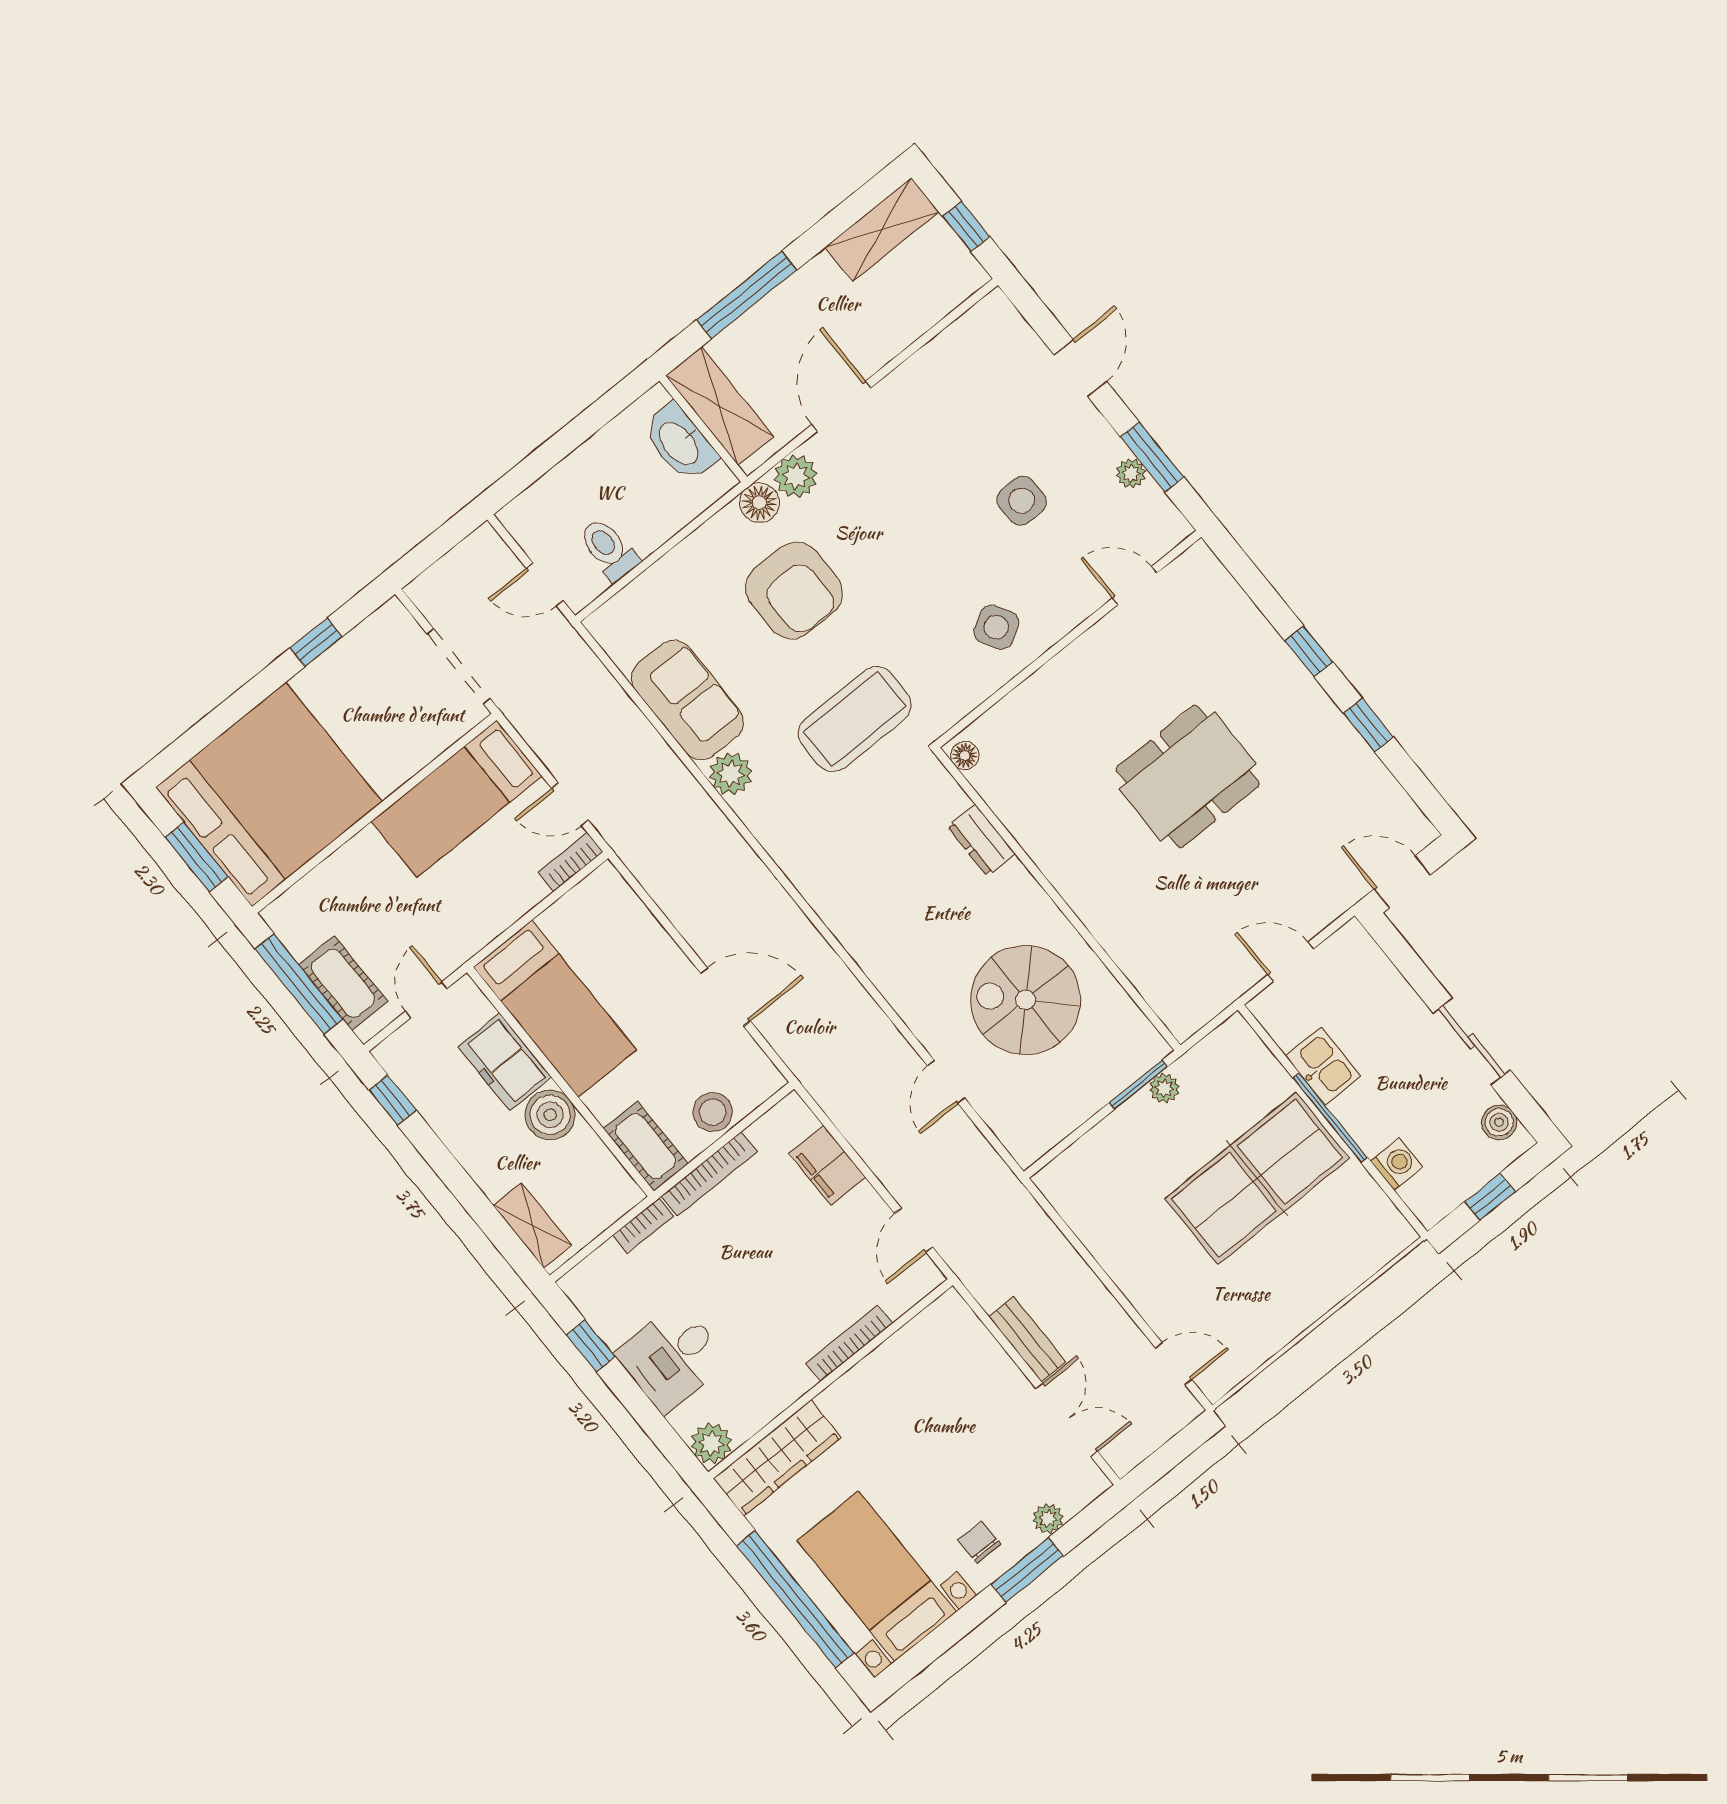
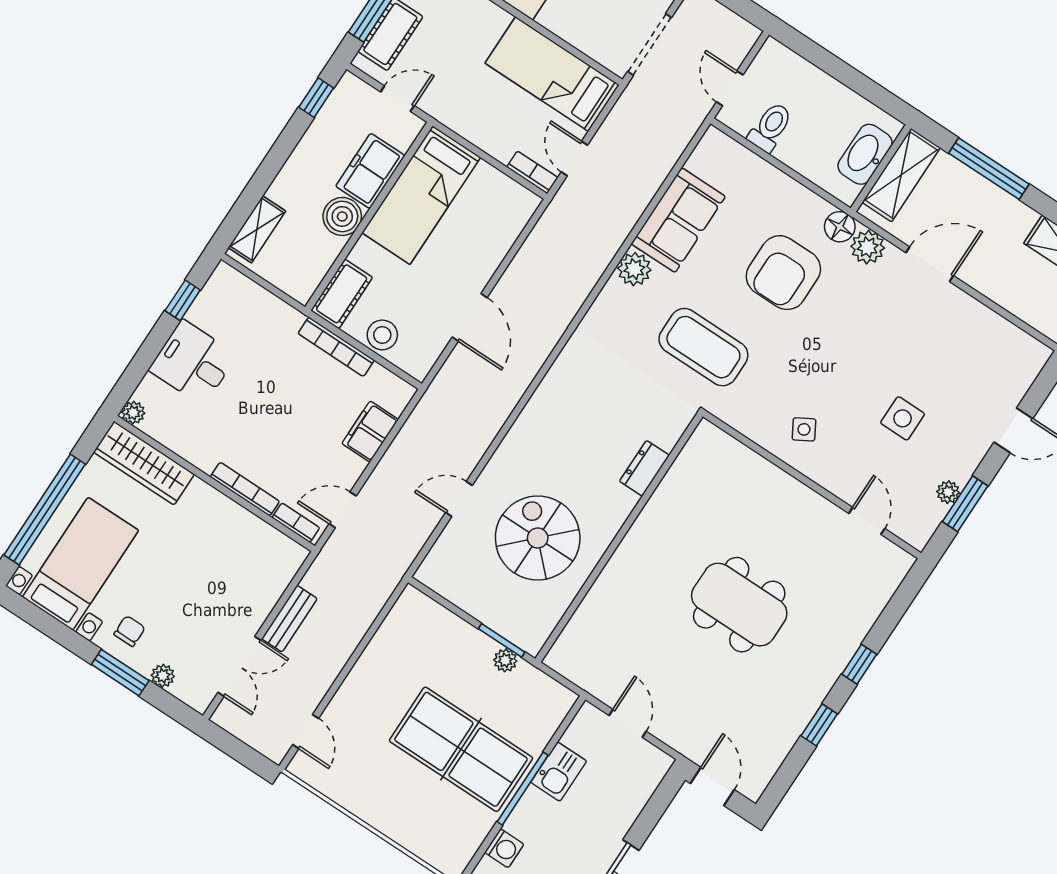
side table: (996, 627) -> (804, 429), width x0.73, depth x0.73
floor lamp: (965, 756) -> (702, 436), removed
bookcase: (643, 1226) -> (296, 523), moved, turned 180
plant: (711, 1443) -> (133, 413), width x0.73, depth x0.73

